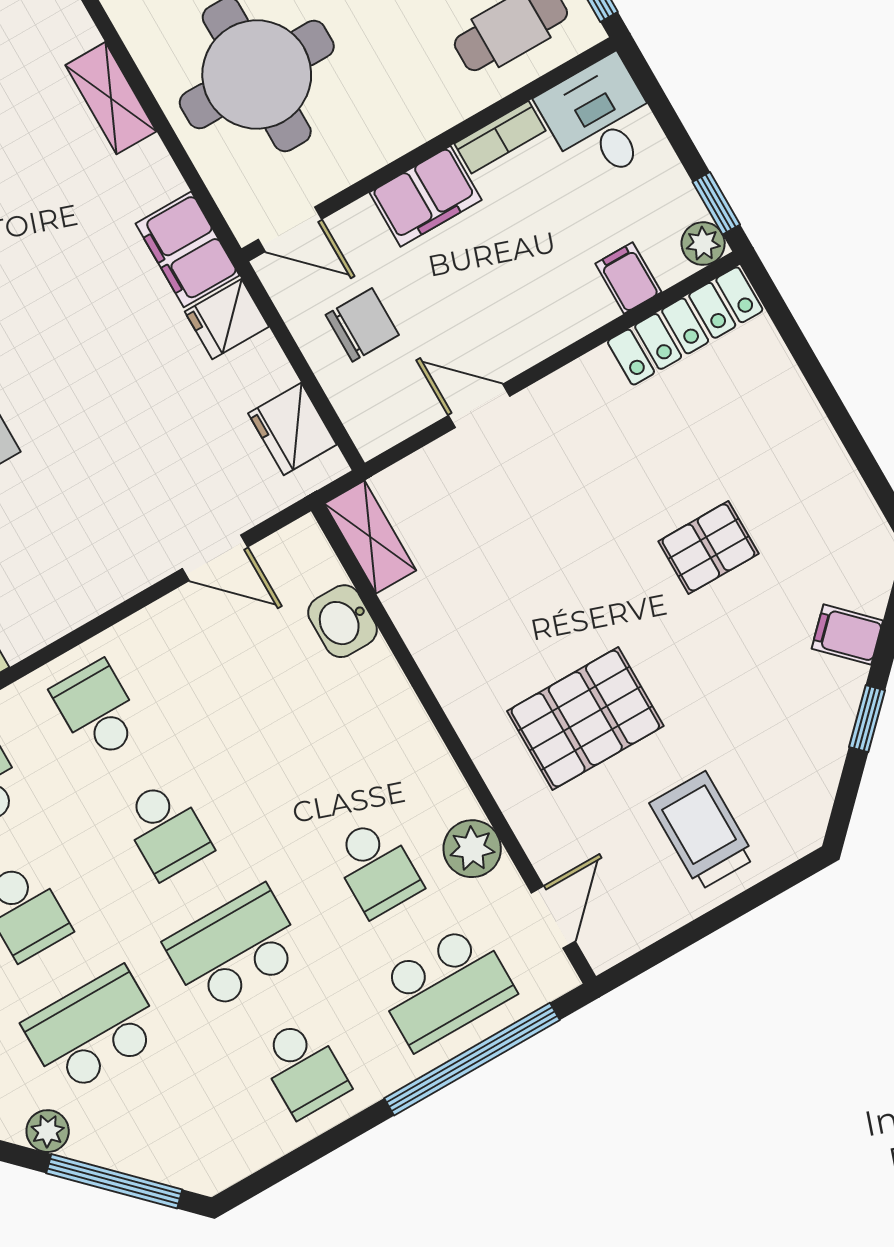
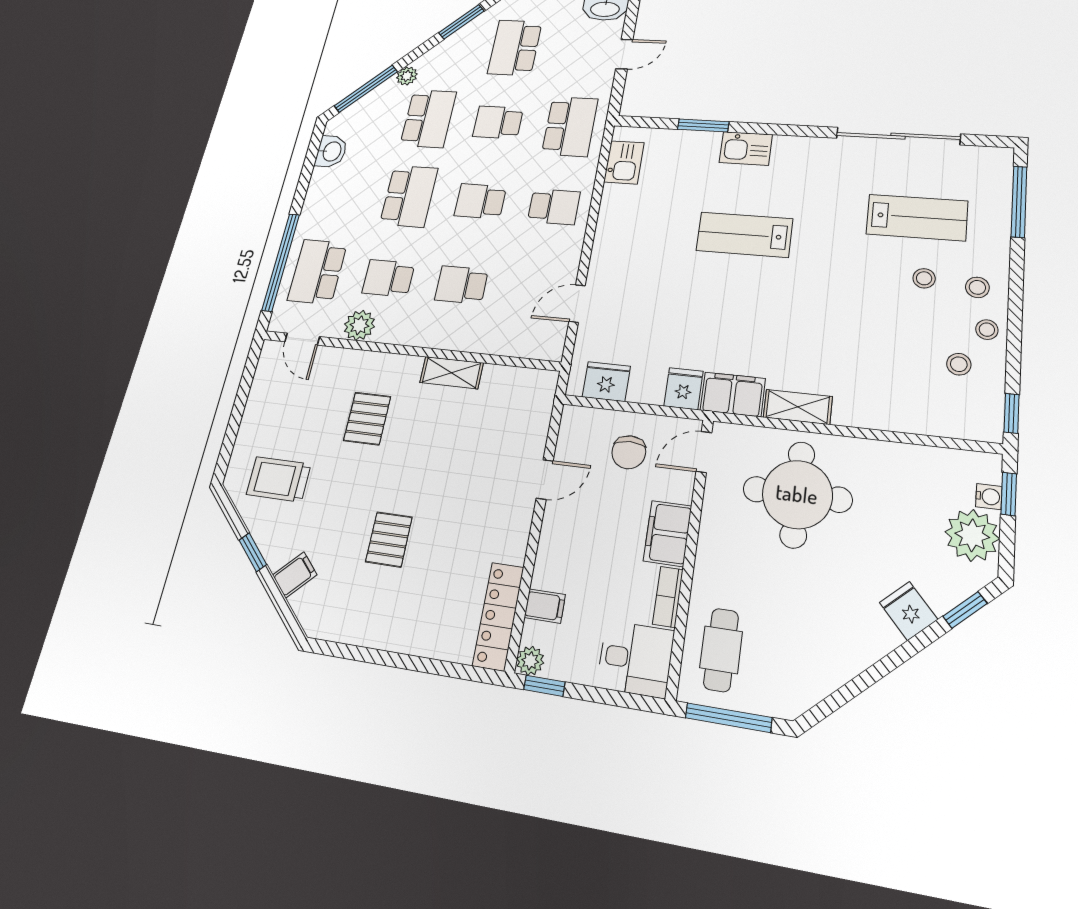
shelving: (111, 98) -> (798, 407), moved
shelving: (370, 537) -> (451, 373), moved
washbasin: (343, 621) -> (331, 151), moved, turned 90
pallet: (585, 719) -> (367, 419), width x0.67, depth x0.71
trolley: (702, 831) -> (279, 479), moved, turned 180
school desk: (303, 1068) -> (461, 285), moved

